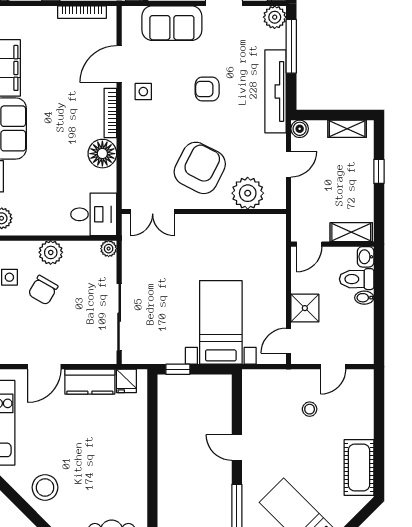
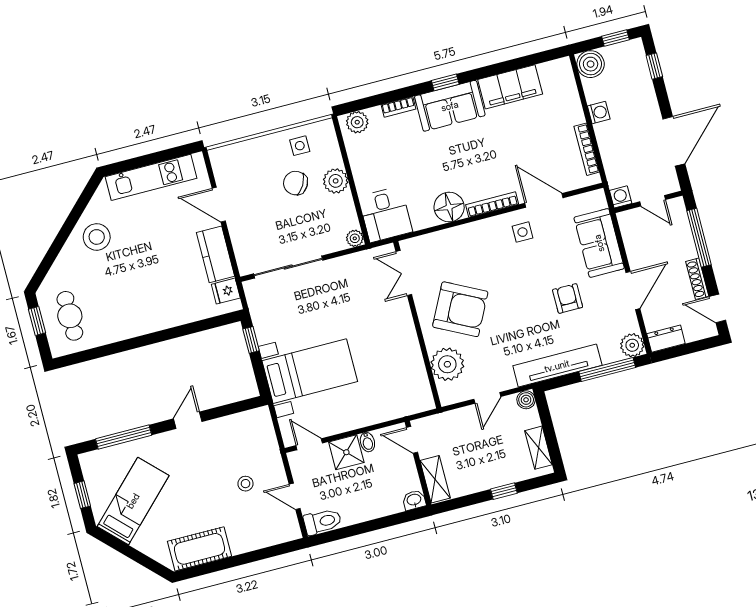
armchair: (207, 89) -> (568, 298), moved
door: (289, 164) -> (487, 398), hinge flipped
toilet: (357, 279) -> (322, 522), moved, turned 90
bidet: (364, 298) -> (367, 442), moved, turned 180

